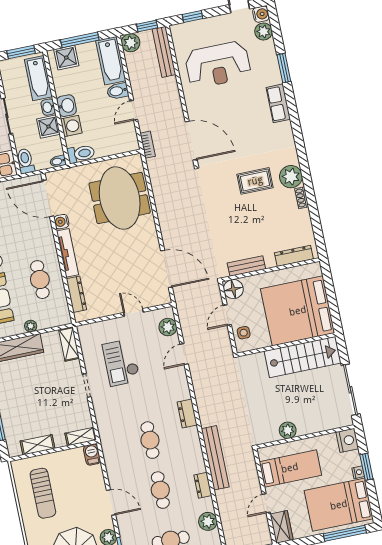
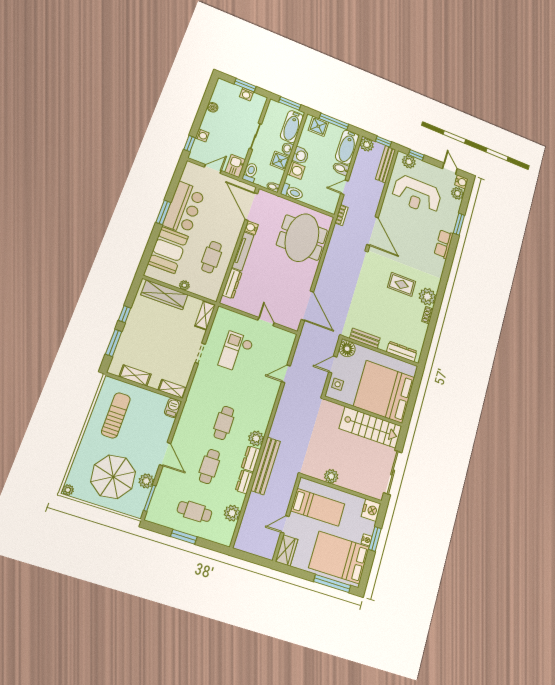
plant: (188, 31) -> (409, 162), added
plant: (168, 327) -> (256, 438), moved
dresser: (187, 413) -> (251, 459), moved
sun lounger: (43, 493) -> (116, 415), turned 180

